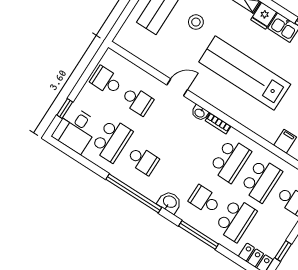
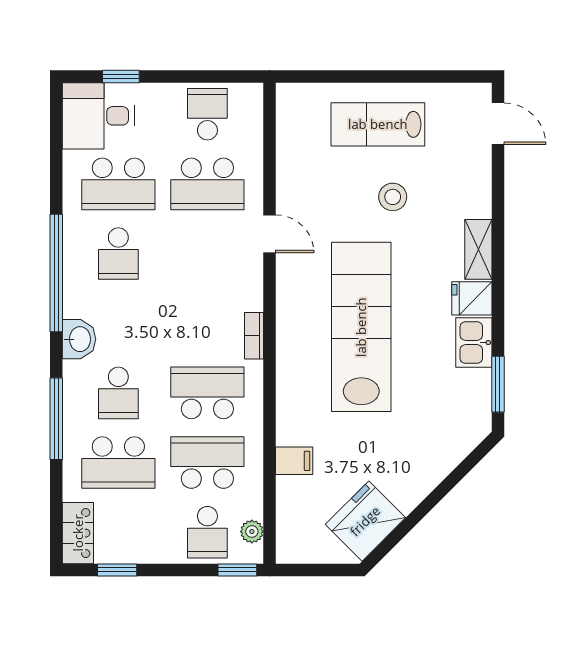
school desk: (137, 101) -> (207, 184), width x1.85
washbasin: (200, 113) -> (252, 296), removed
school desk: (230, 160) -> (207, 393), turned 180
school desk: (261, 180) -> (207, 463), turned 180
school desk: (205, 200) -> (118, 393), turned 180

